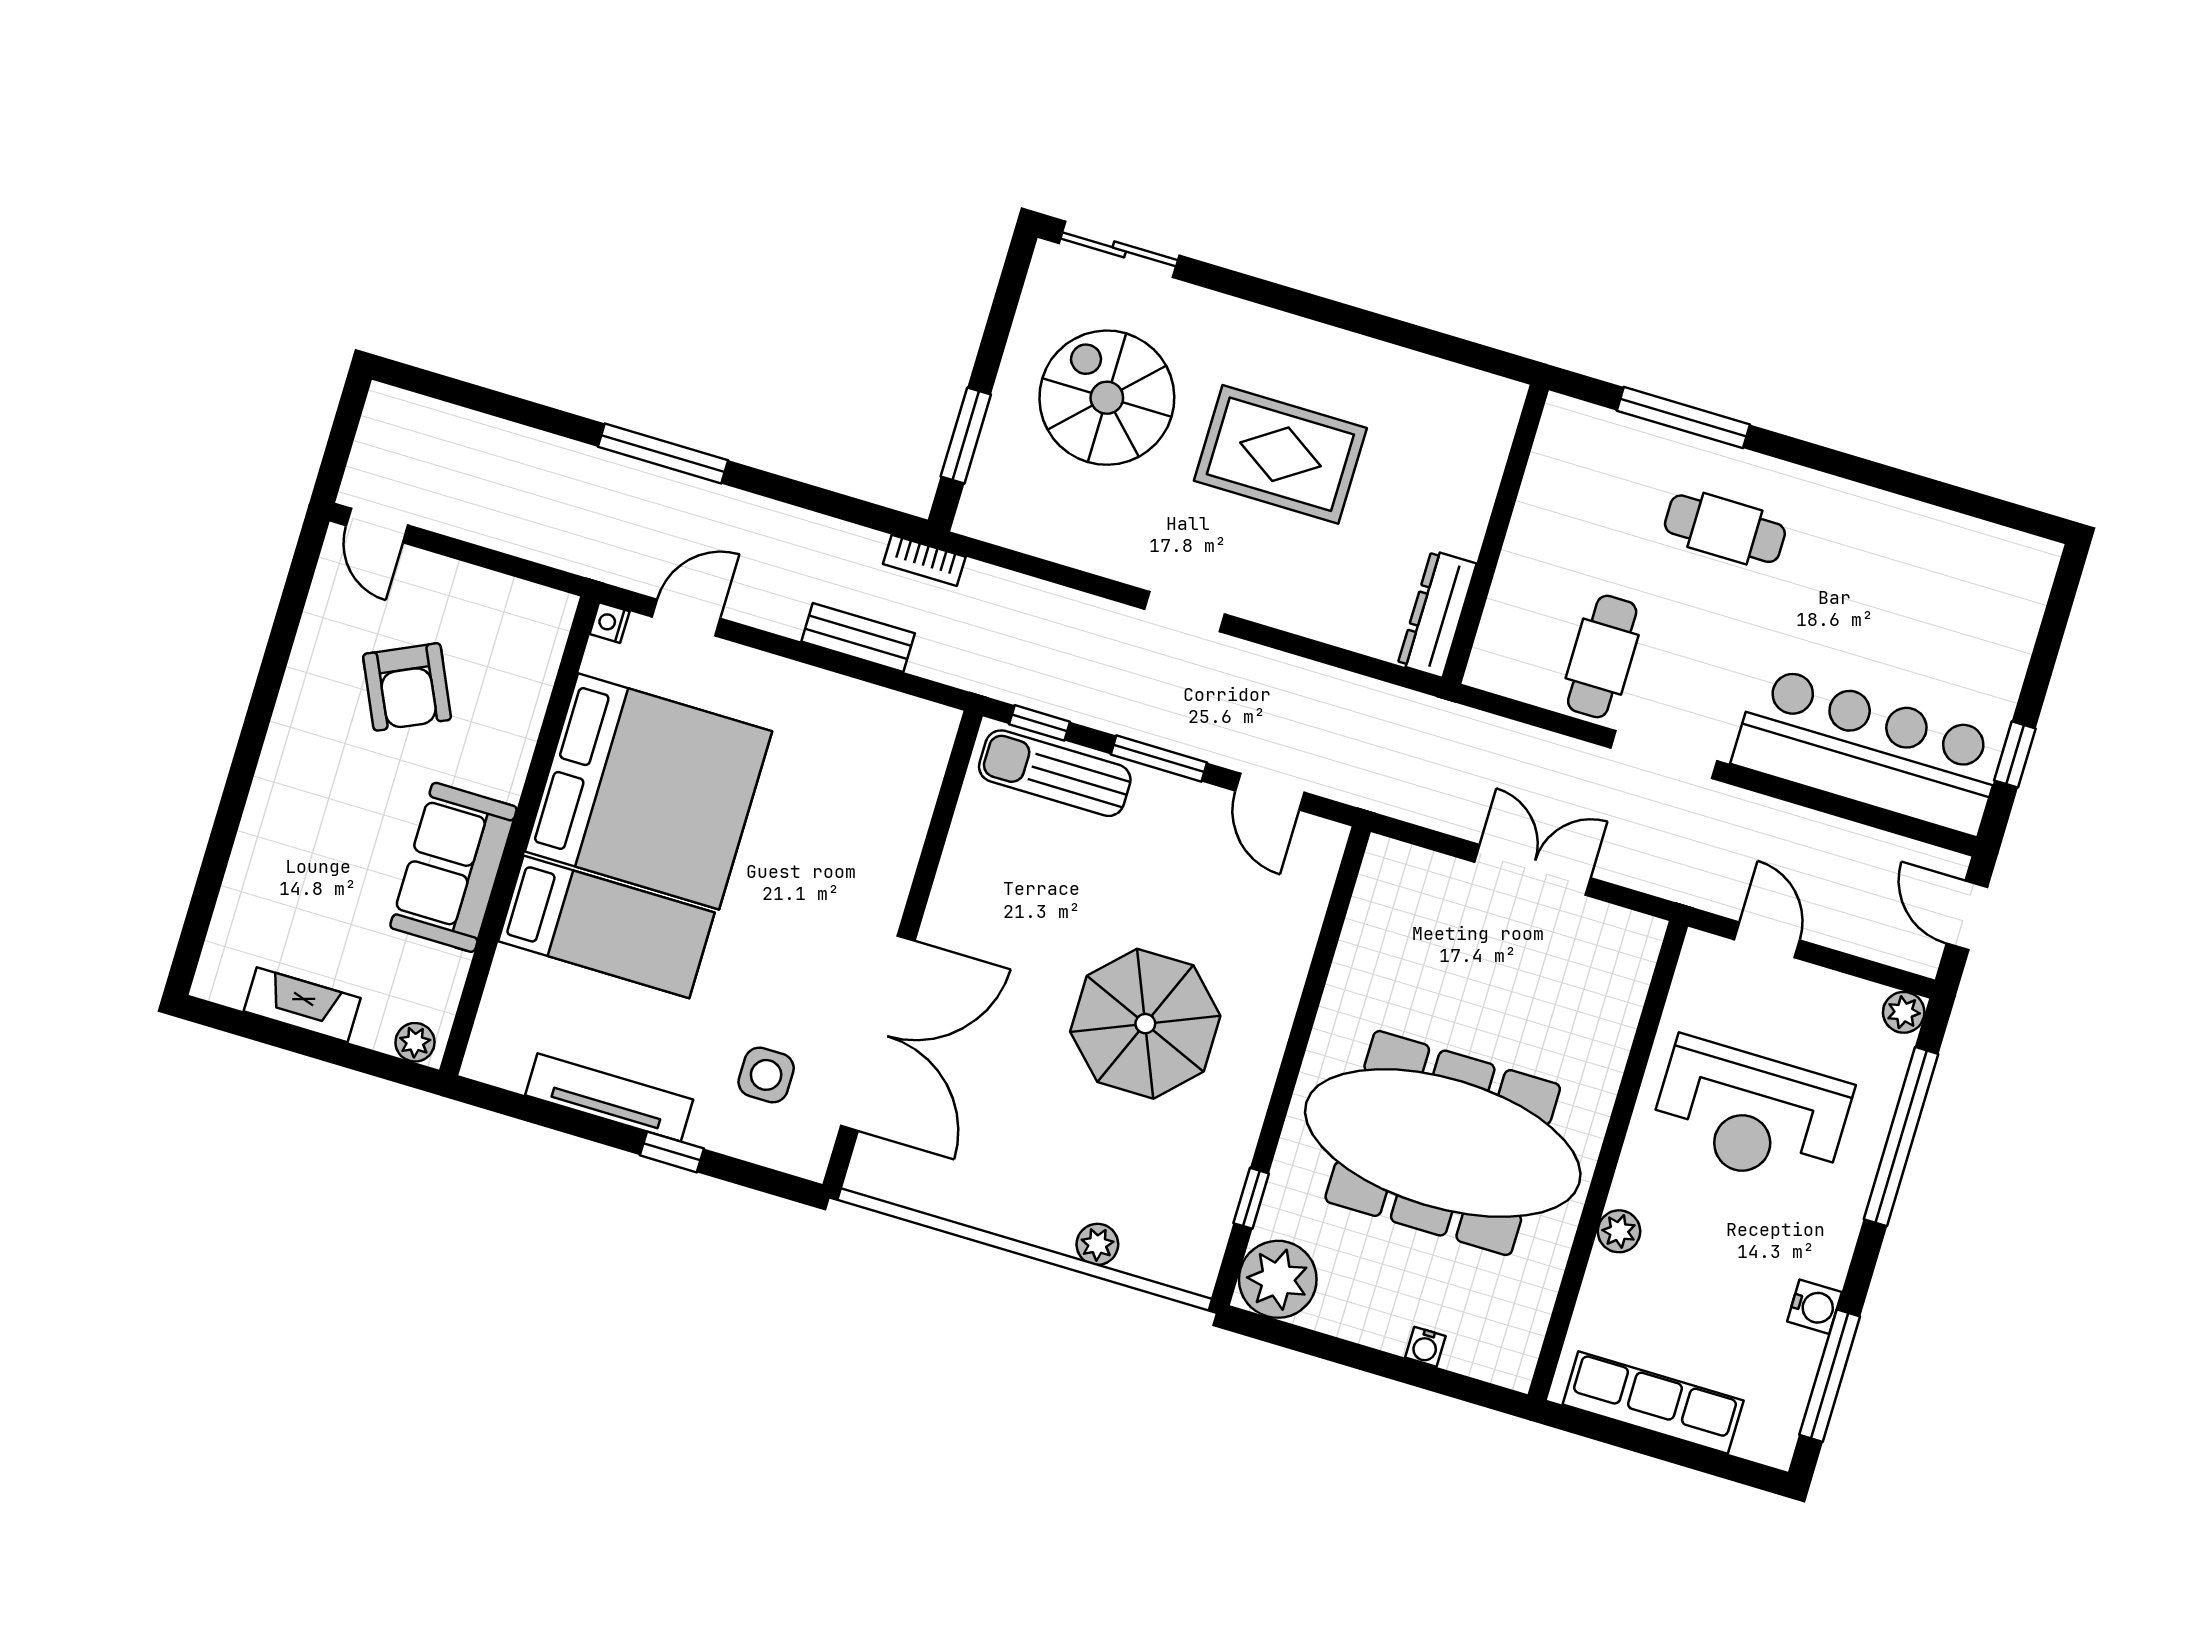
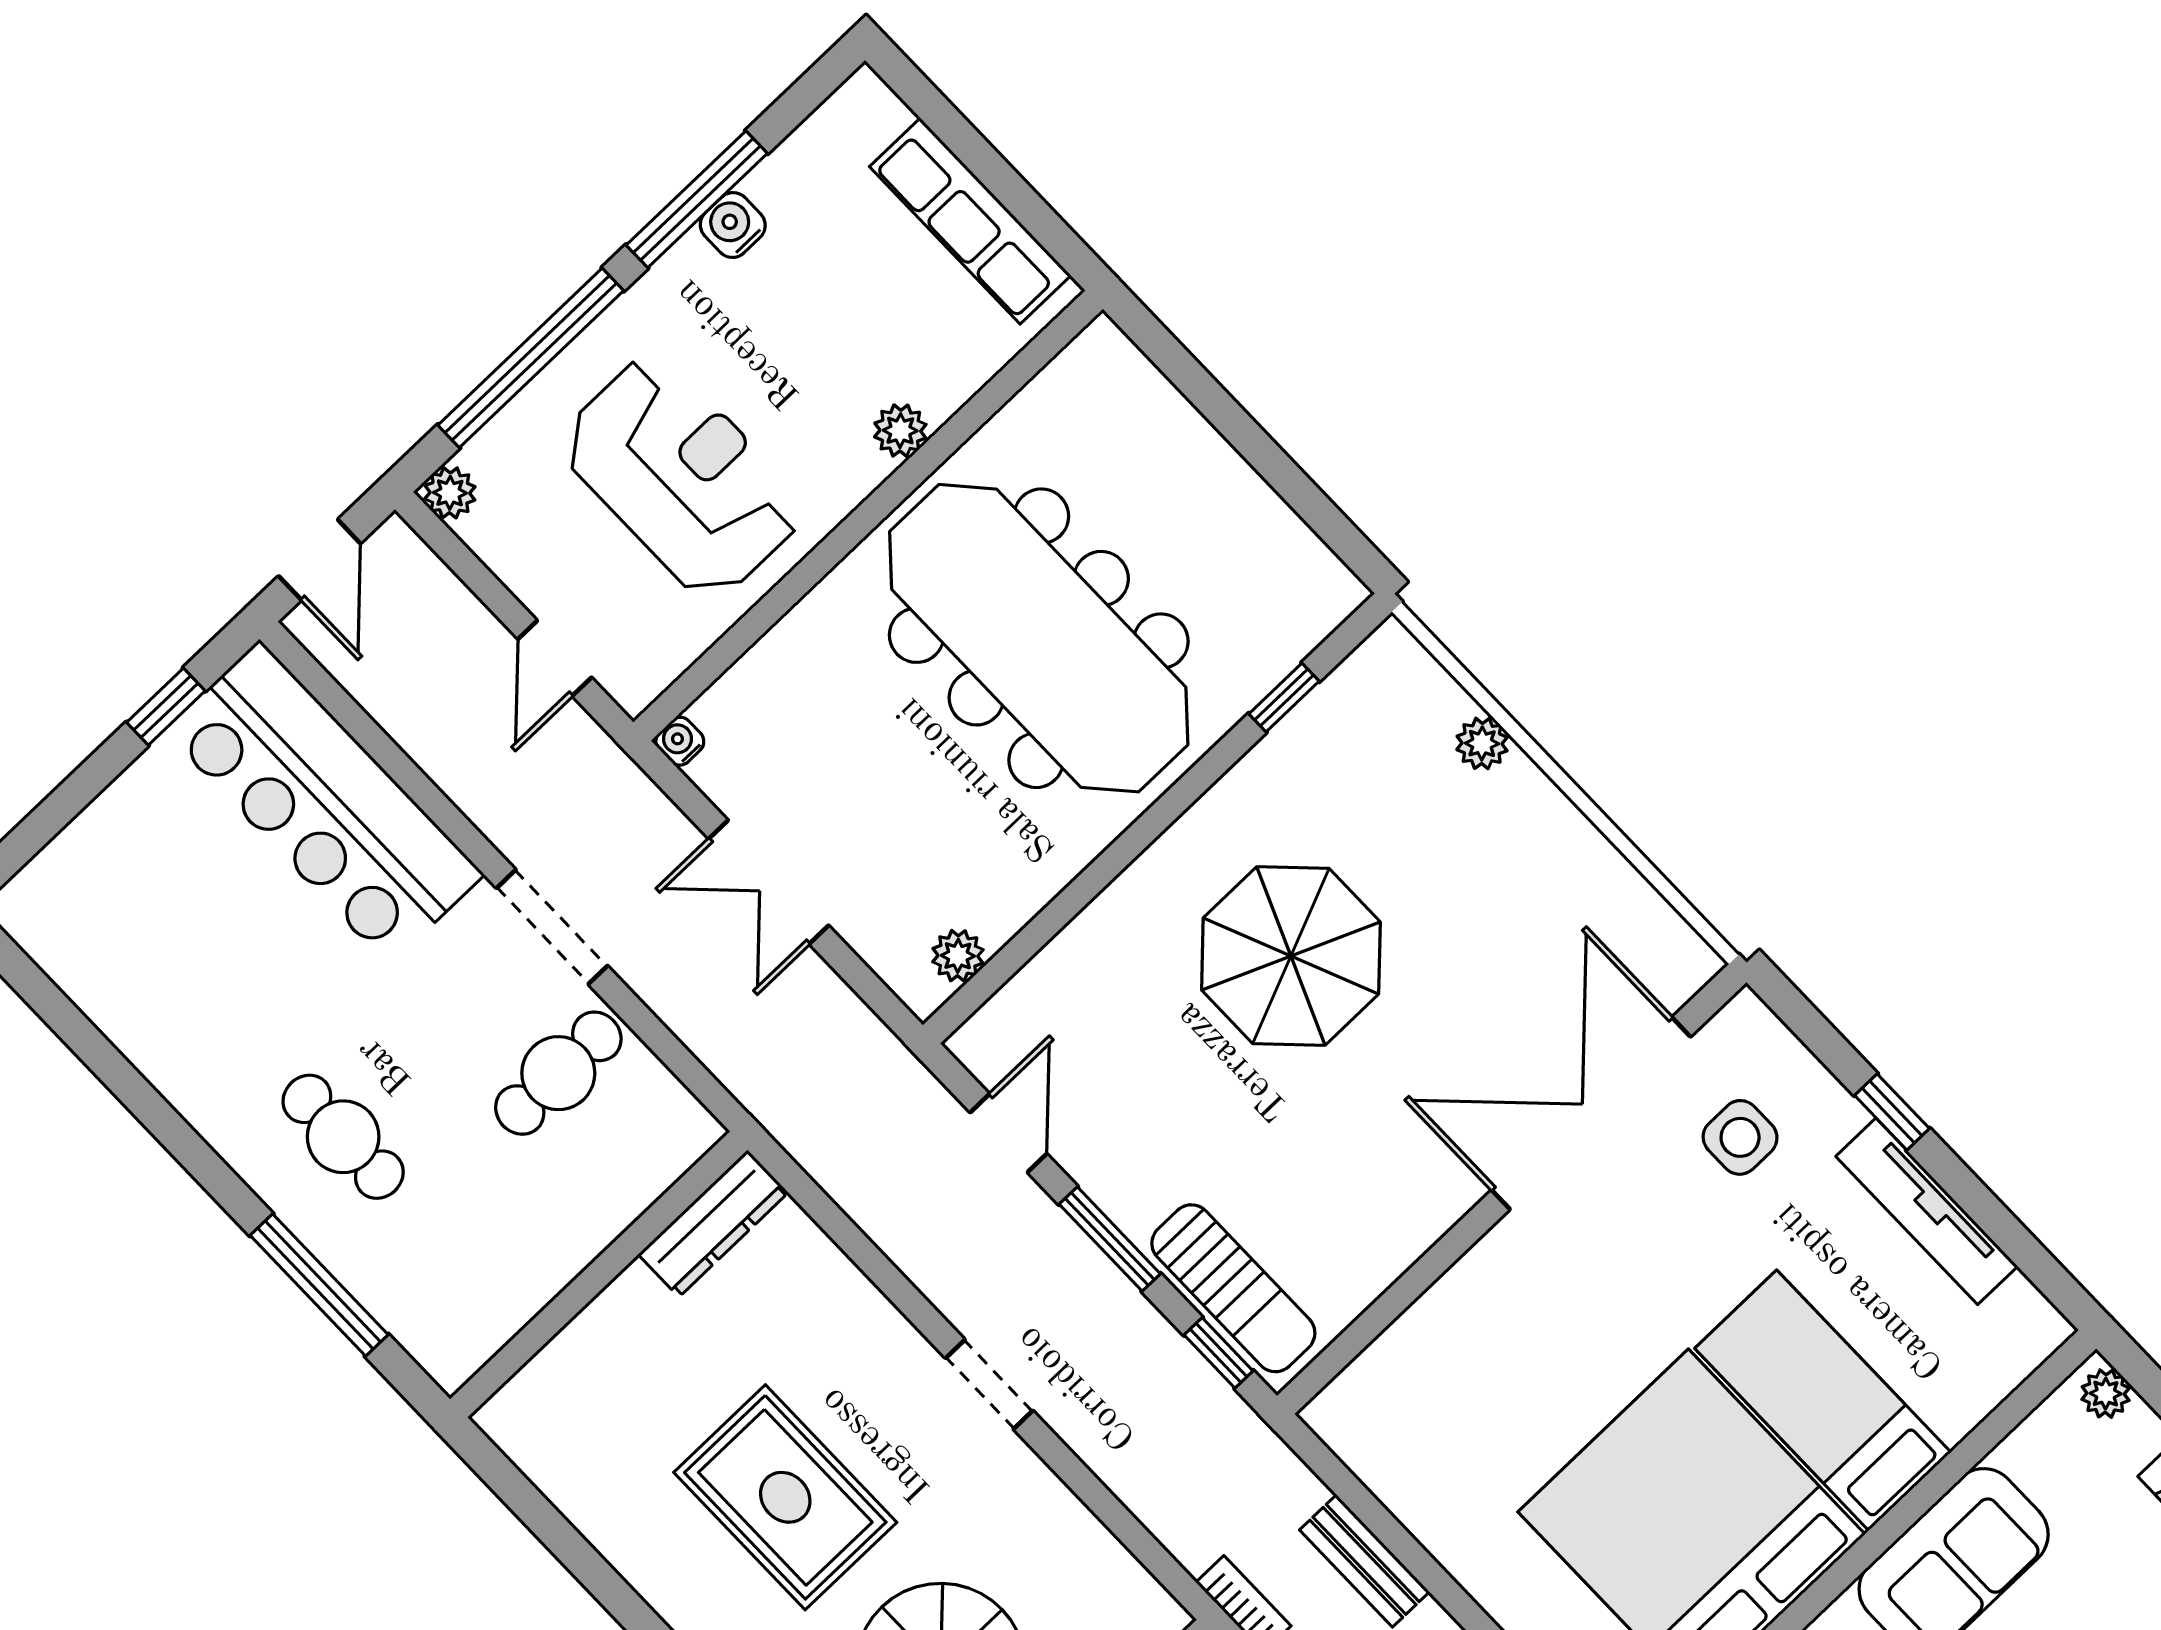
plant: (1278, 1279) -> (958, 956), moved, width x0.53, depth x0.53
water cooler: (1425, 1347) -> (680, 741), moved, turned -90
window: (1830, 1376) -> (697, 199), moved

